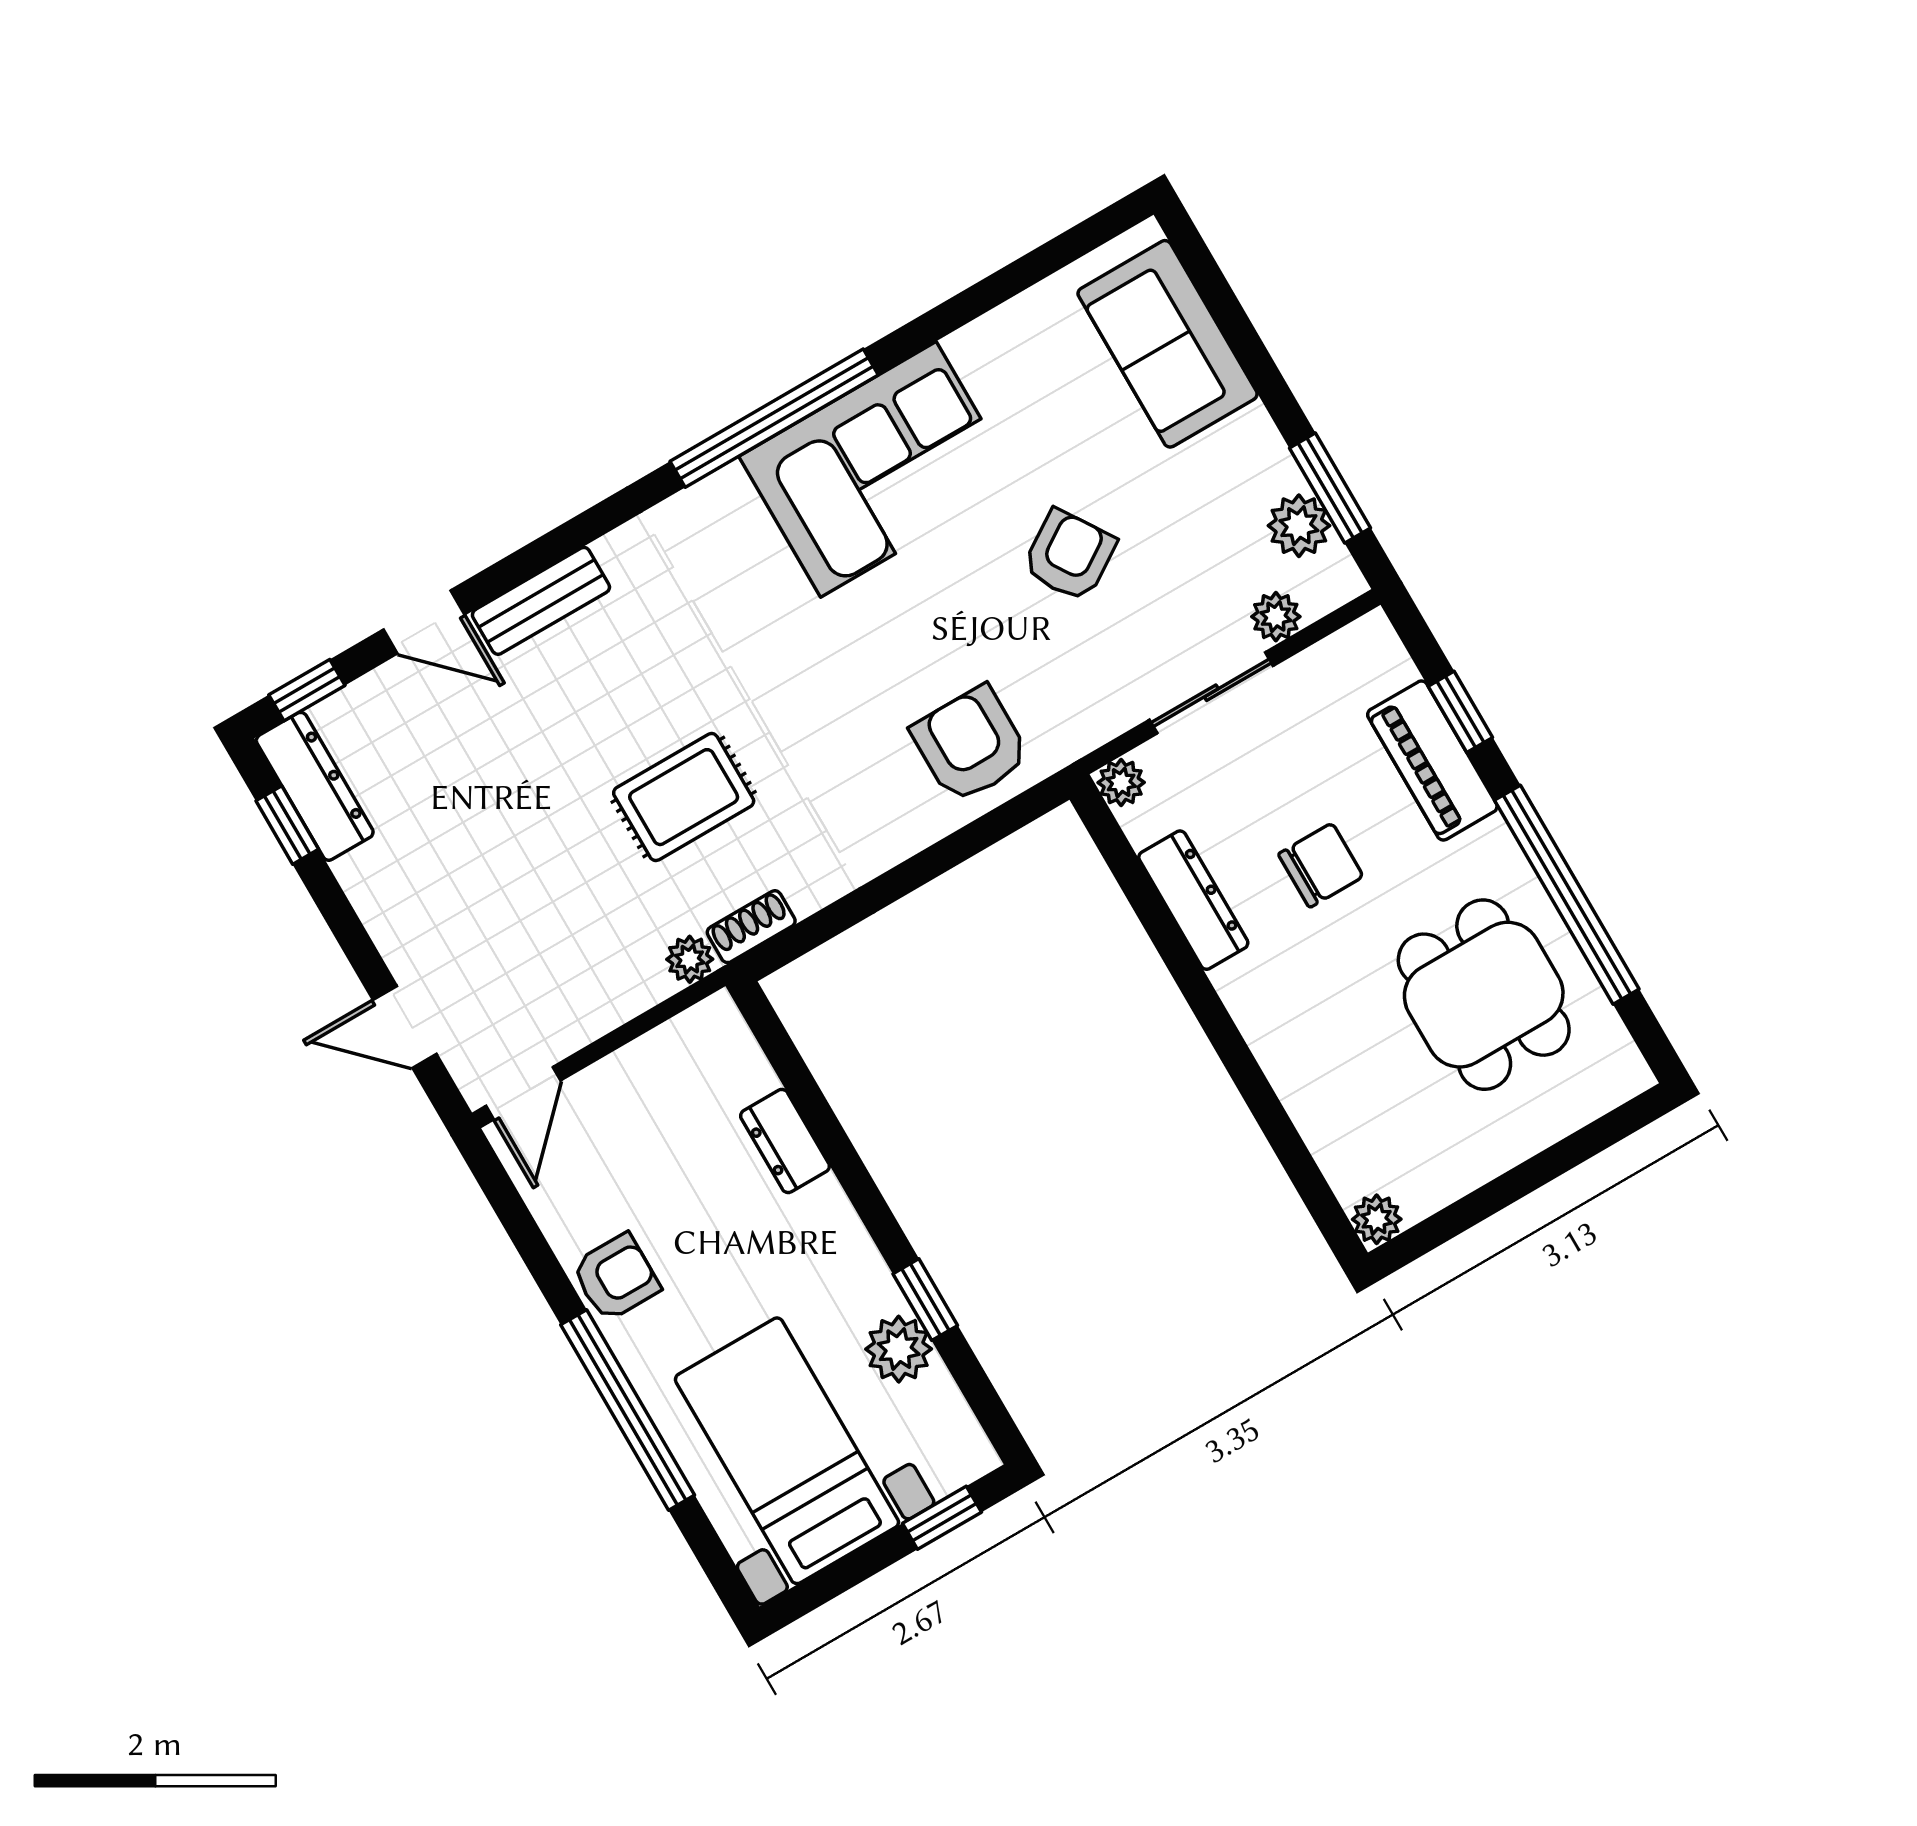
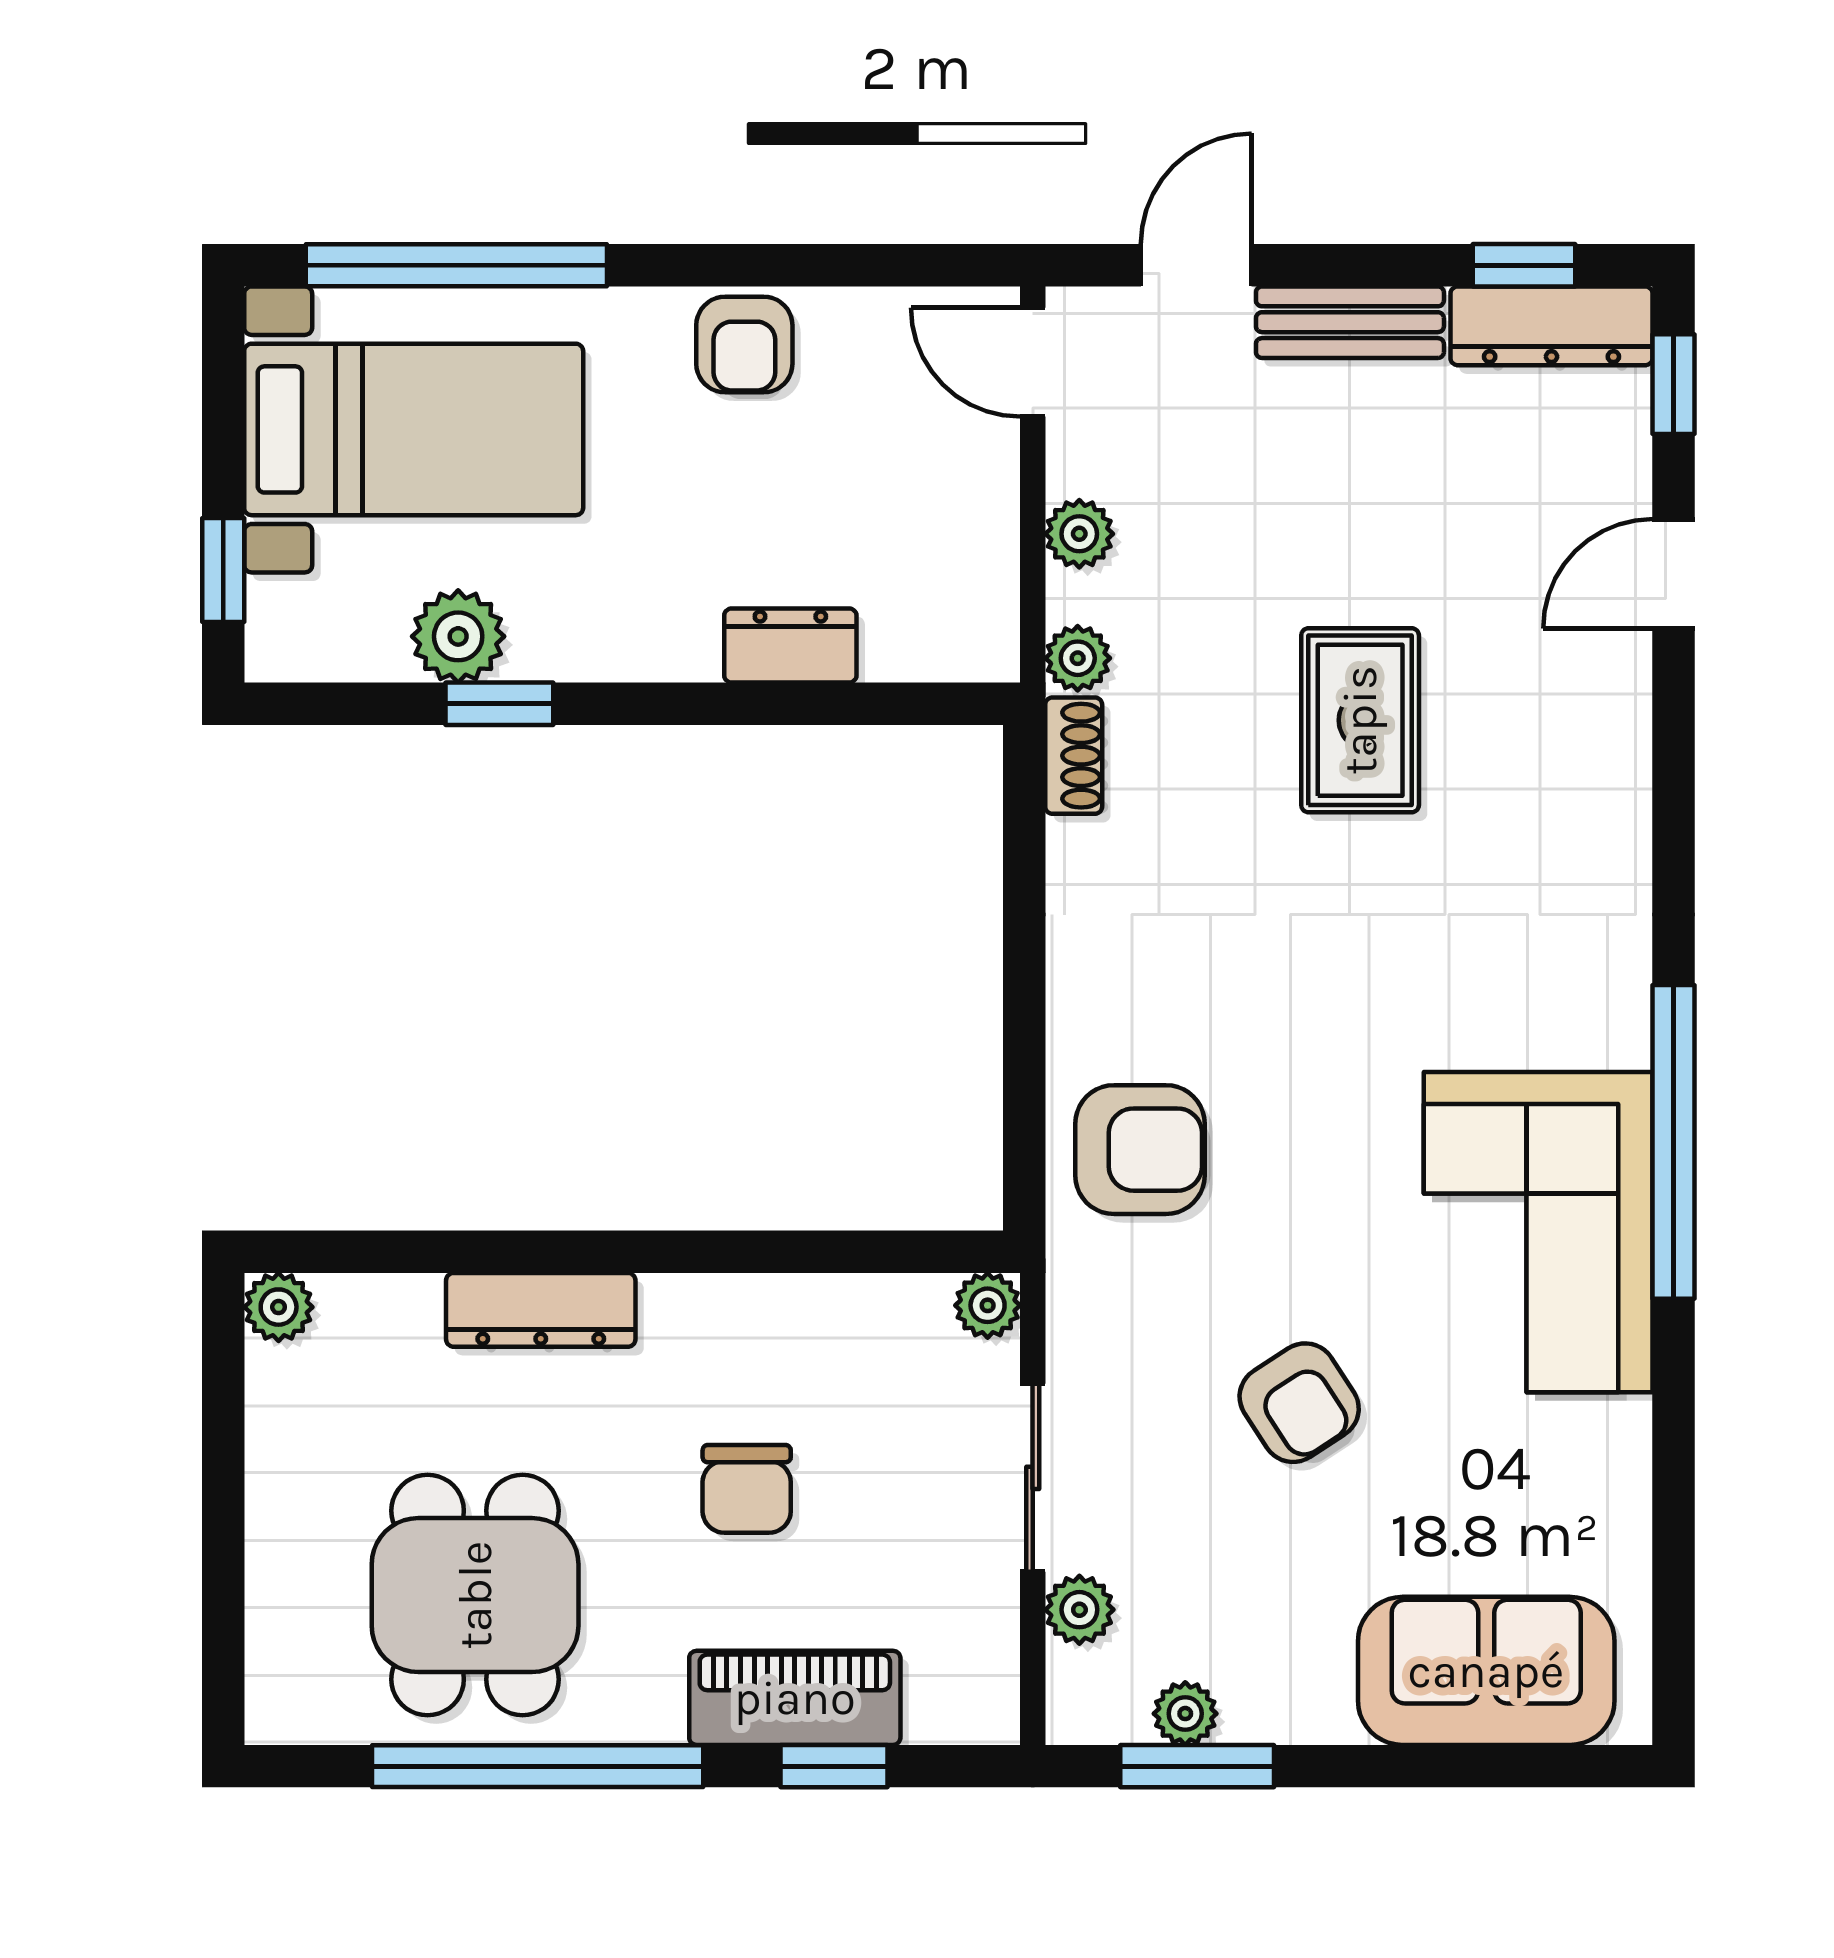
plant: (1299, 526) -> (1185, 1714), width x0.73, depth x0.73
bench: (541, 601) -> (1350, 322), moved, turned 90
rug: (684, 797) -> (1360, 720), moved
dresser: (1193, 900) -> (541, 1310), moved
dining table: (1484, 995) -> (475, 1595), turned 90
plant: (612, 1003) -> (1079, 534), added
window: (628, 1410) -> (456, 265), moved

